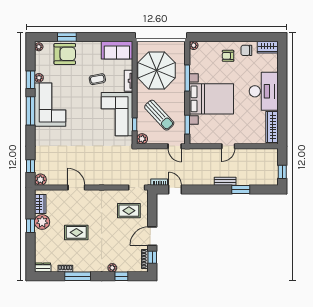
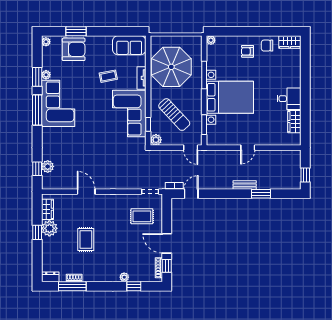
desk: (264, 91) -> (289, 99), width x0.53, depth x0.77
wardrobe: (272, 127) -> (294, 122), width x0.67
plant: (40, 180) -> (48, 166), moved
door: (175, 190) -> (191, 194), hinge flipped
rug: (76, 232) -> (86, 239), turned 90
door: (152, 236) -> (167, 243), hinge flipped
window: (78, 276) -> (72, 286), moved

